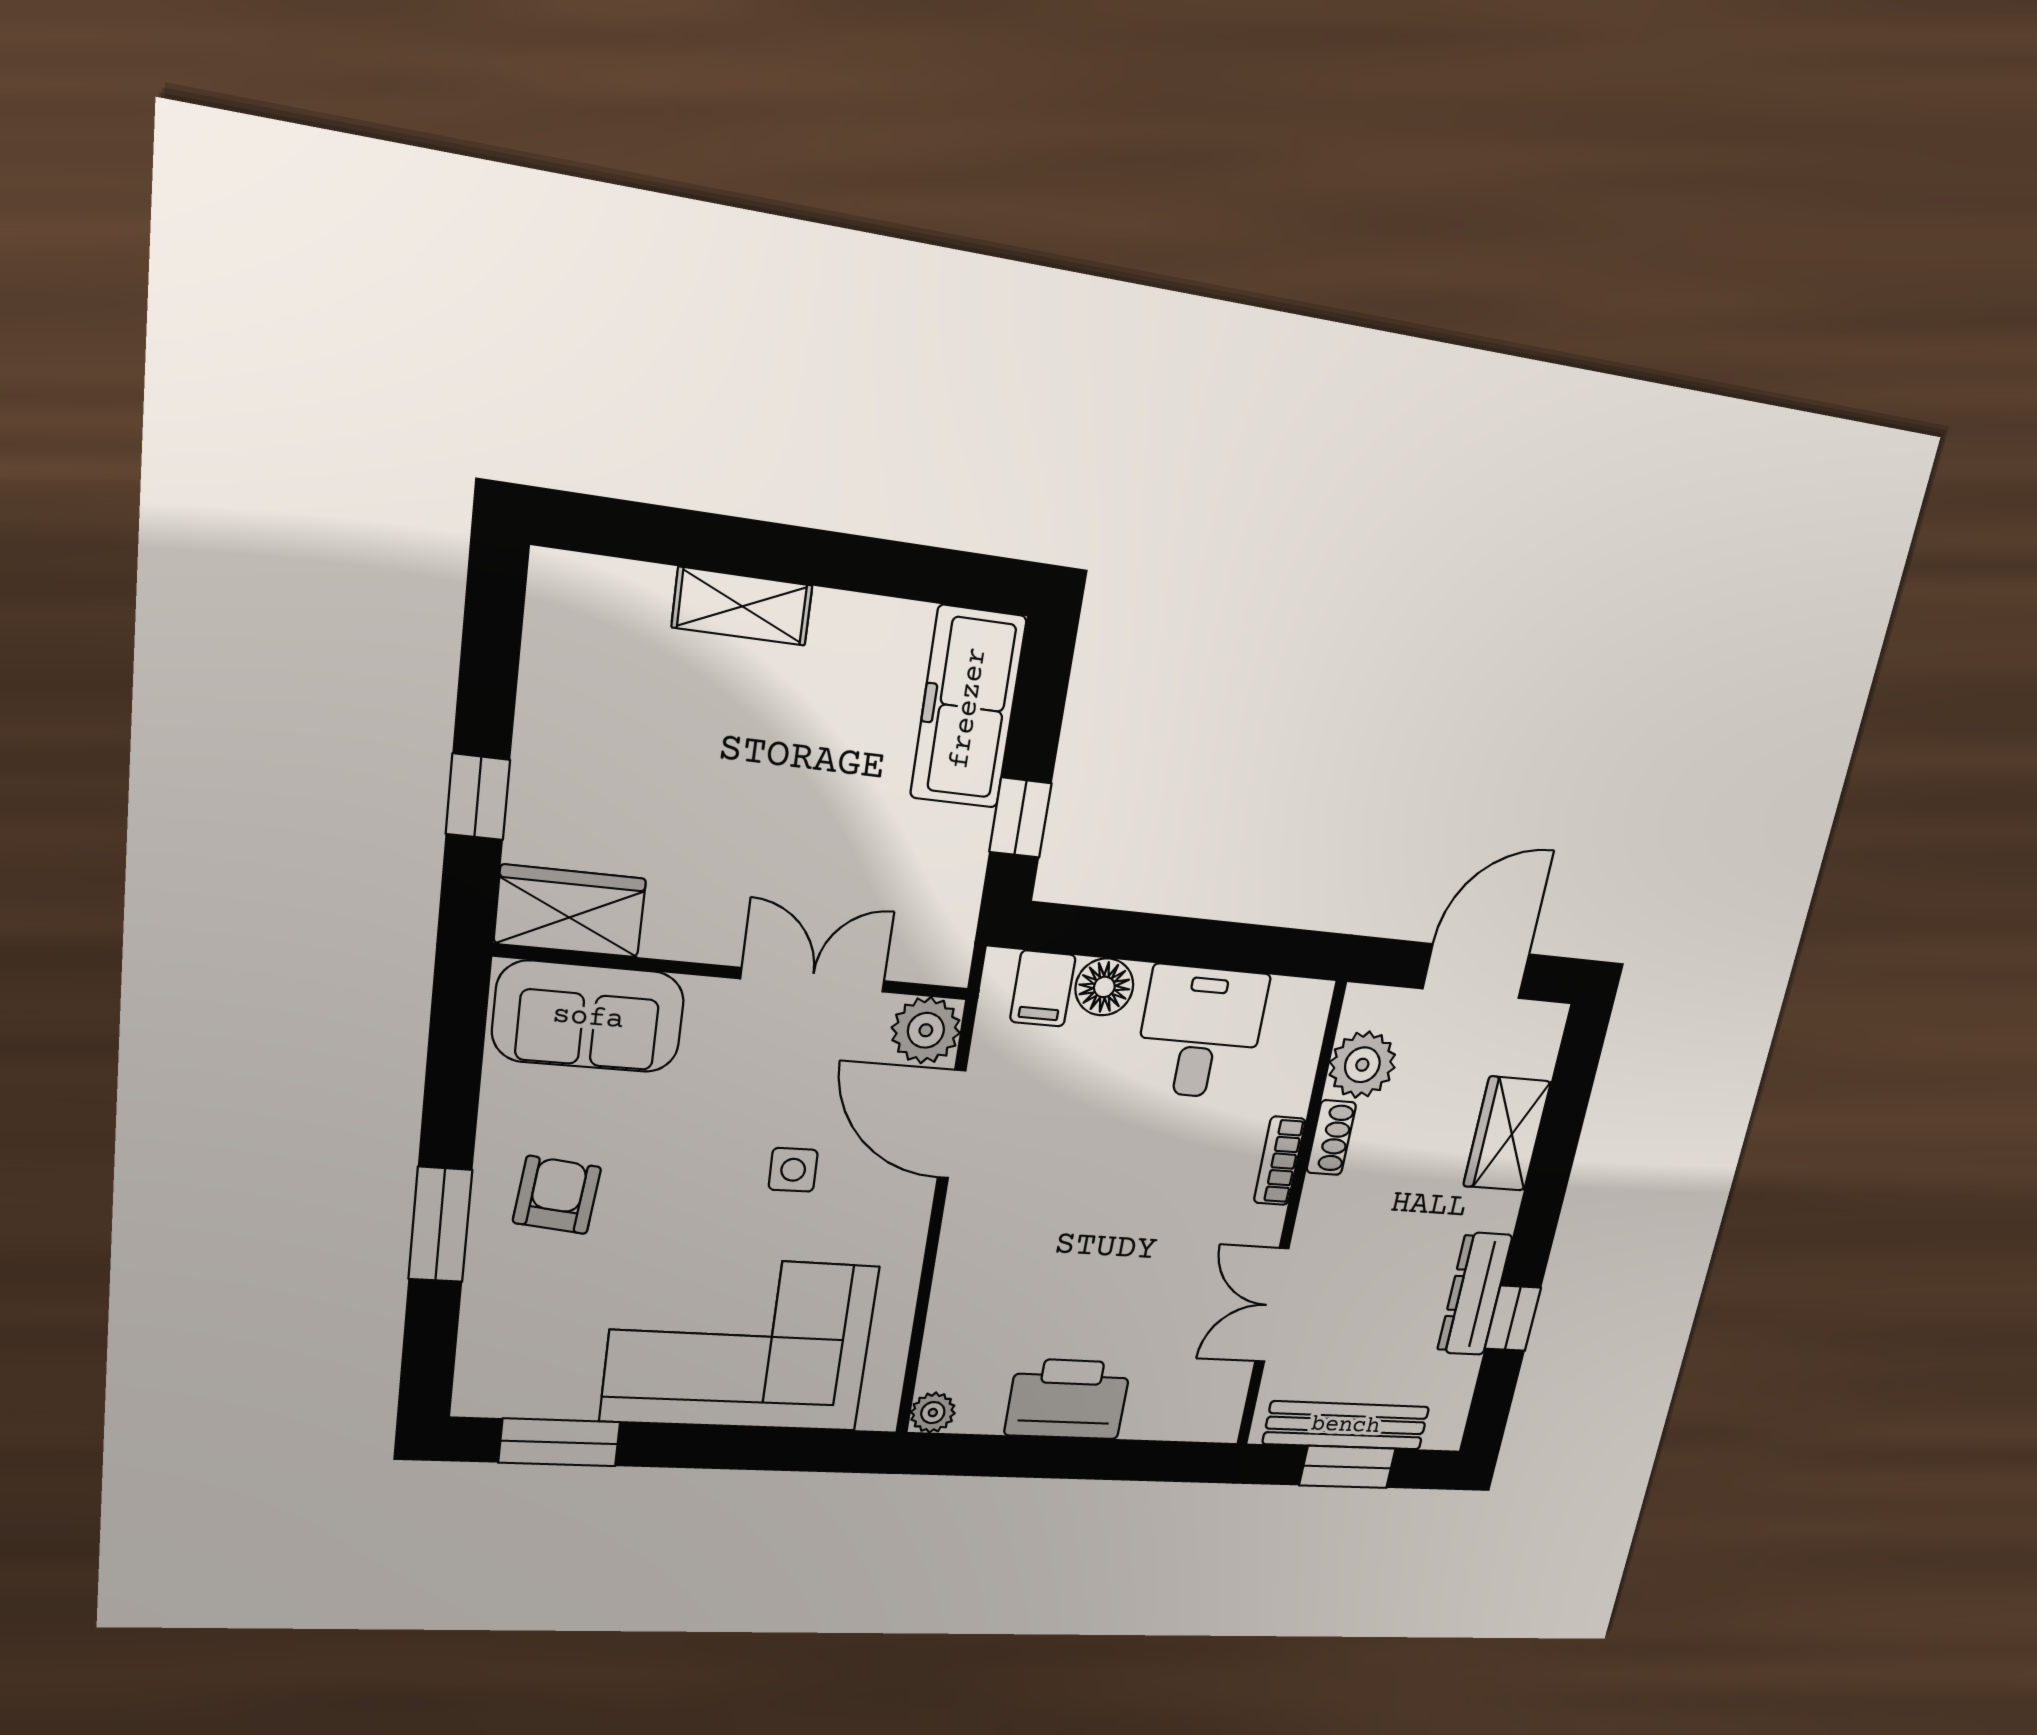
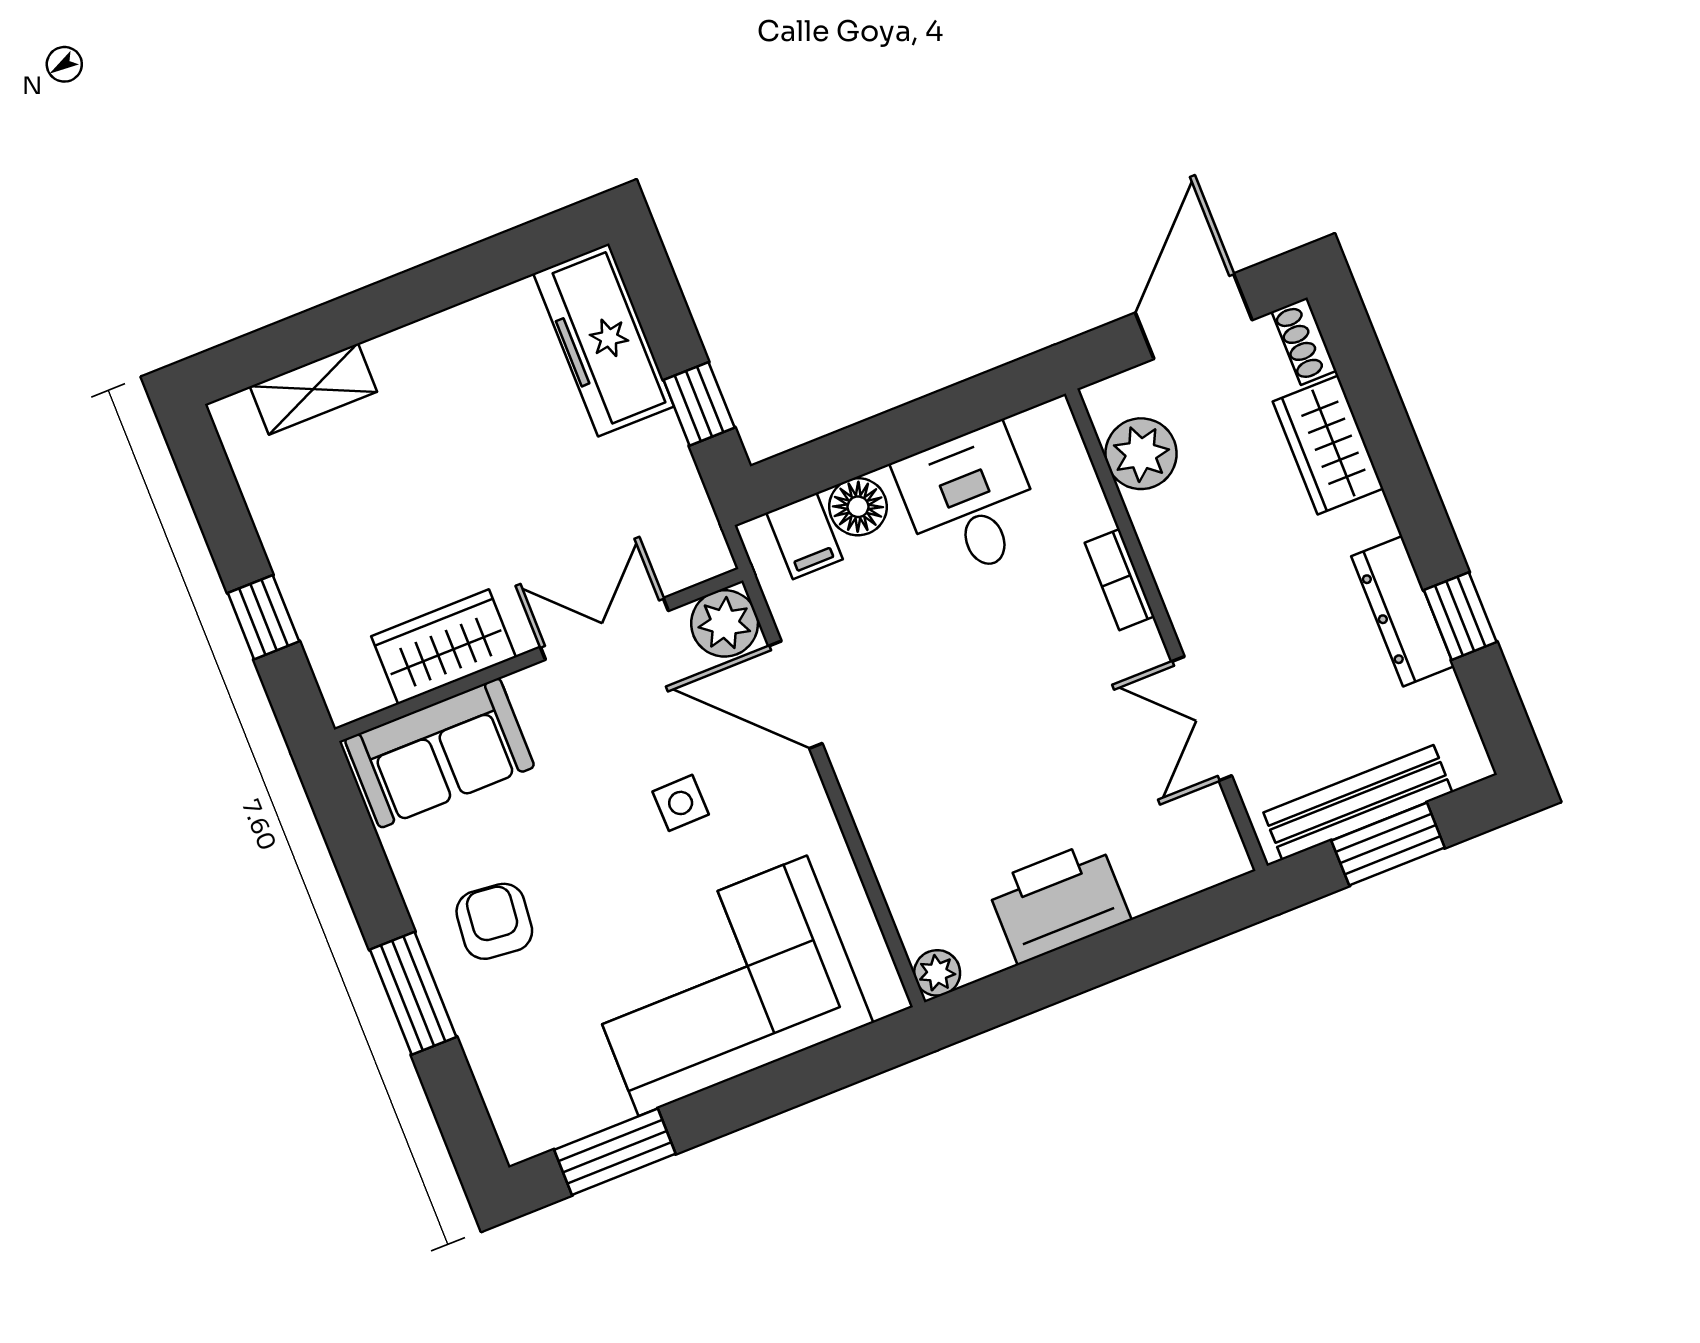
shelving: (742, 606) -> (313, 389), moved
wardrobe: (570, 911) -> (444, 647), moved
shoe rack: (1331, 1138) -> (1304, 341), moved, turned 180

